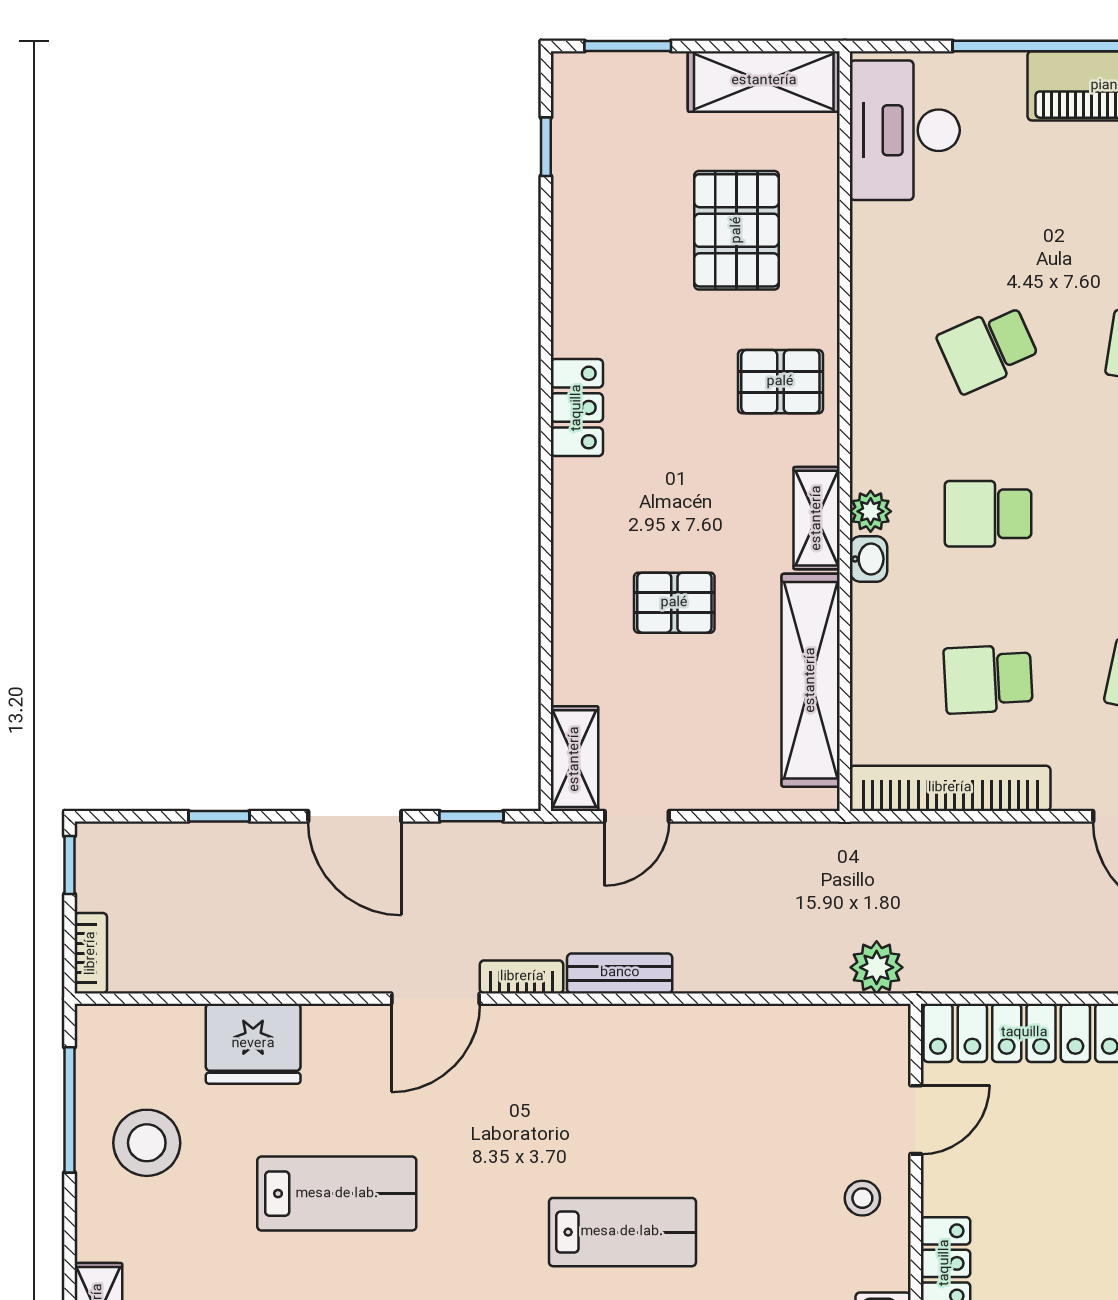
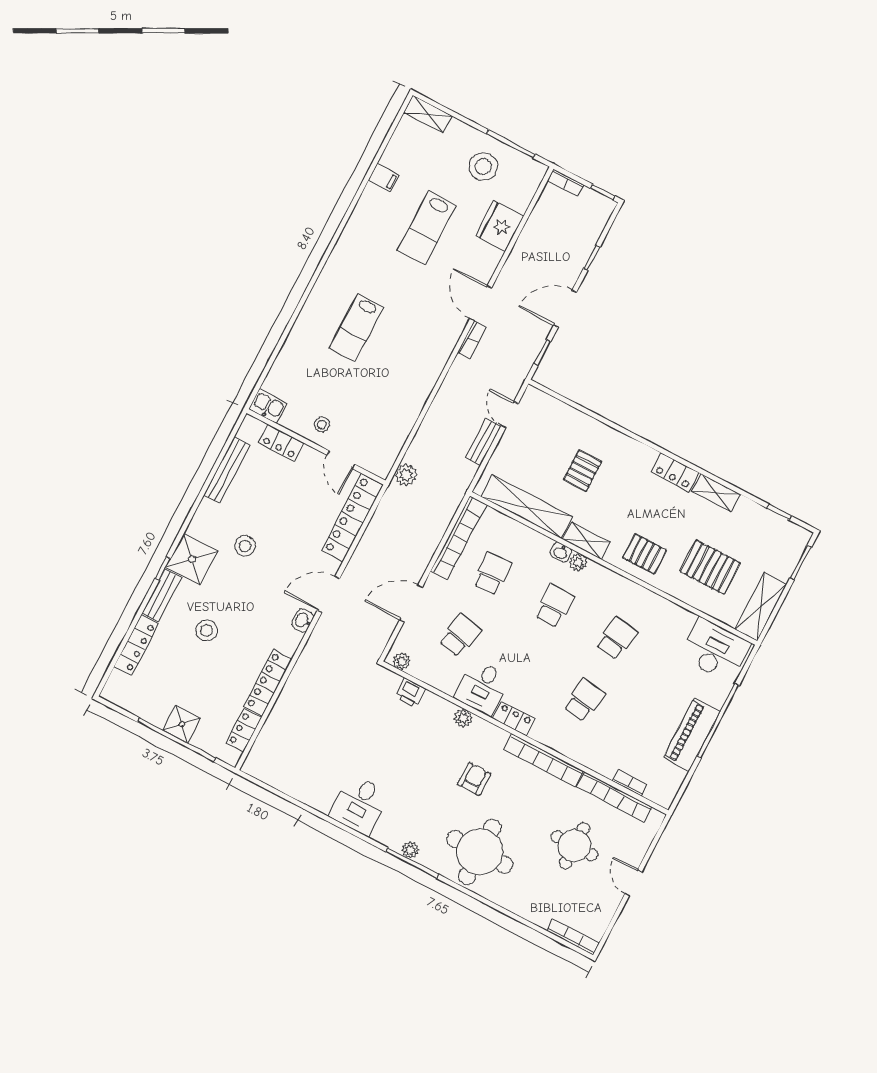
school desk: (988, 348) -> (616, 638), turned 33
pallet: (780, 382) -> (645, 554), turned 90
shelving: (575, 759) -> (716, 493), moved
bench: (620, 973) -> (483, 442), moved

